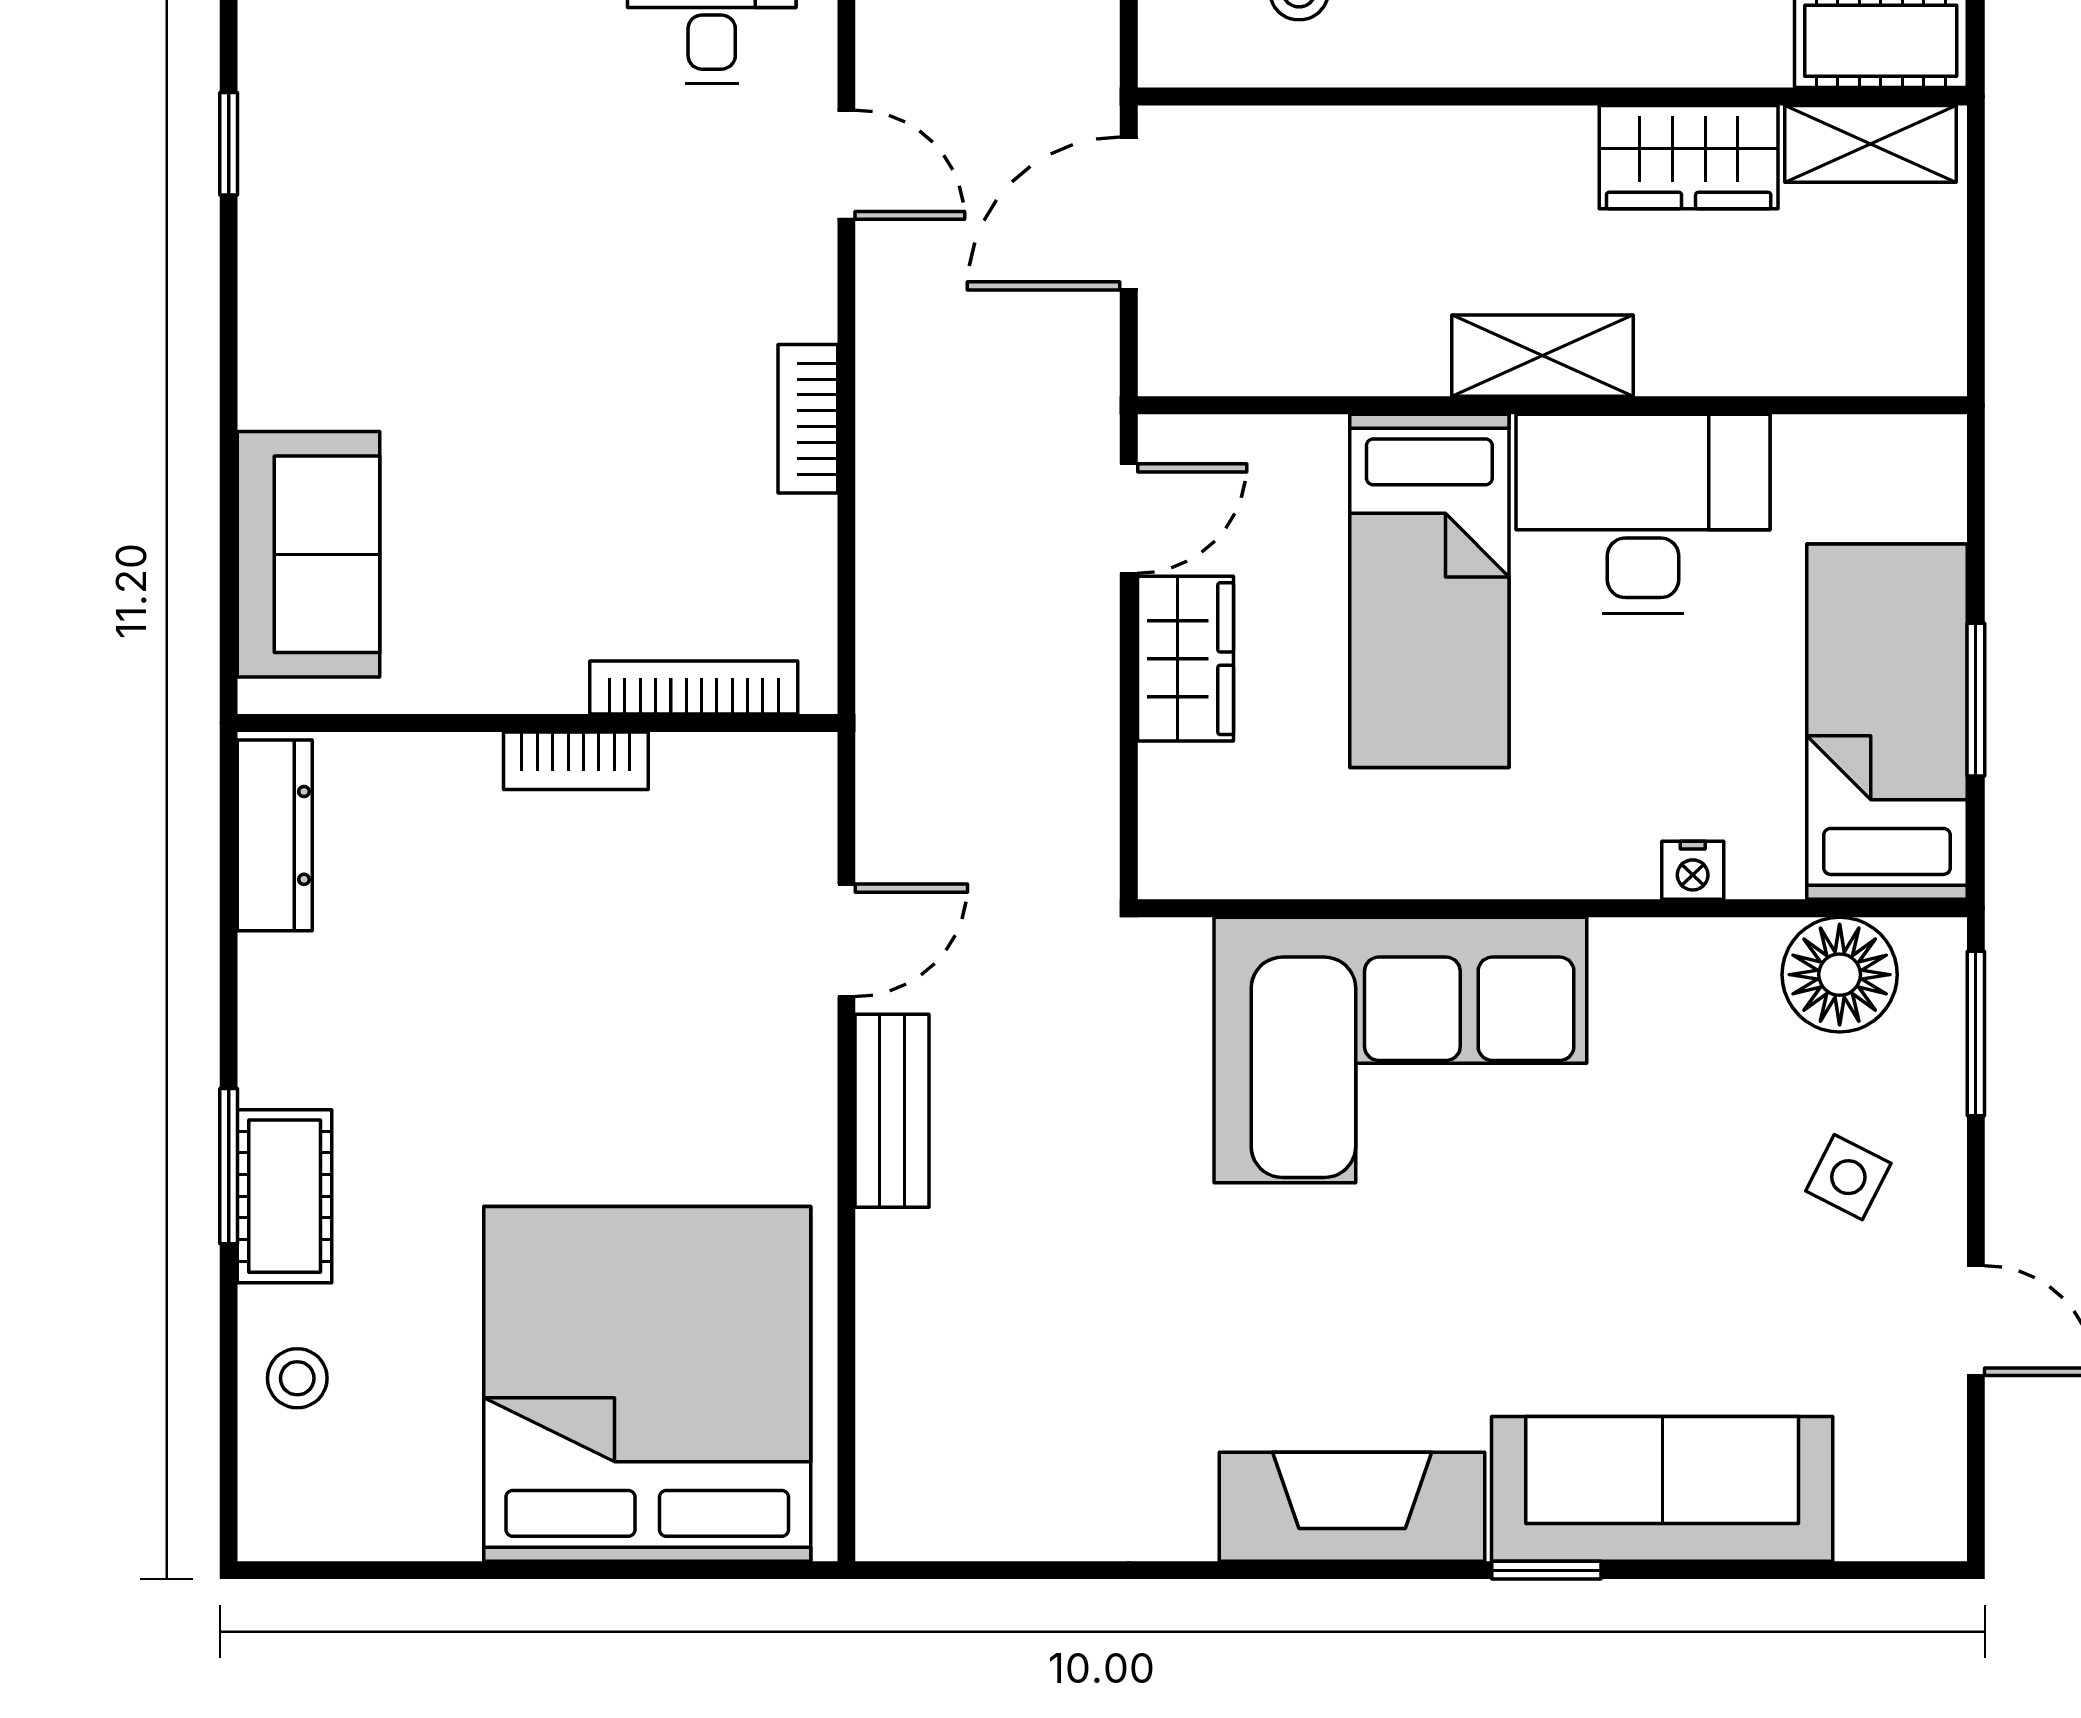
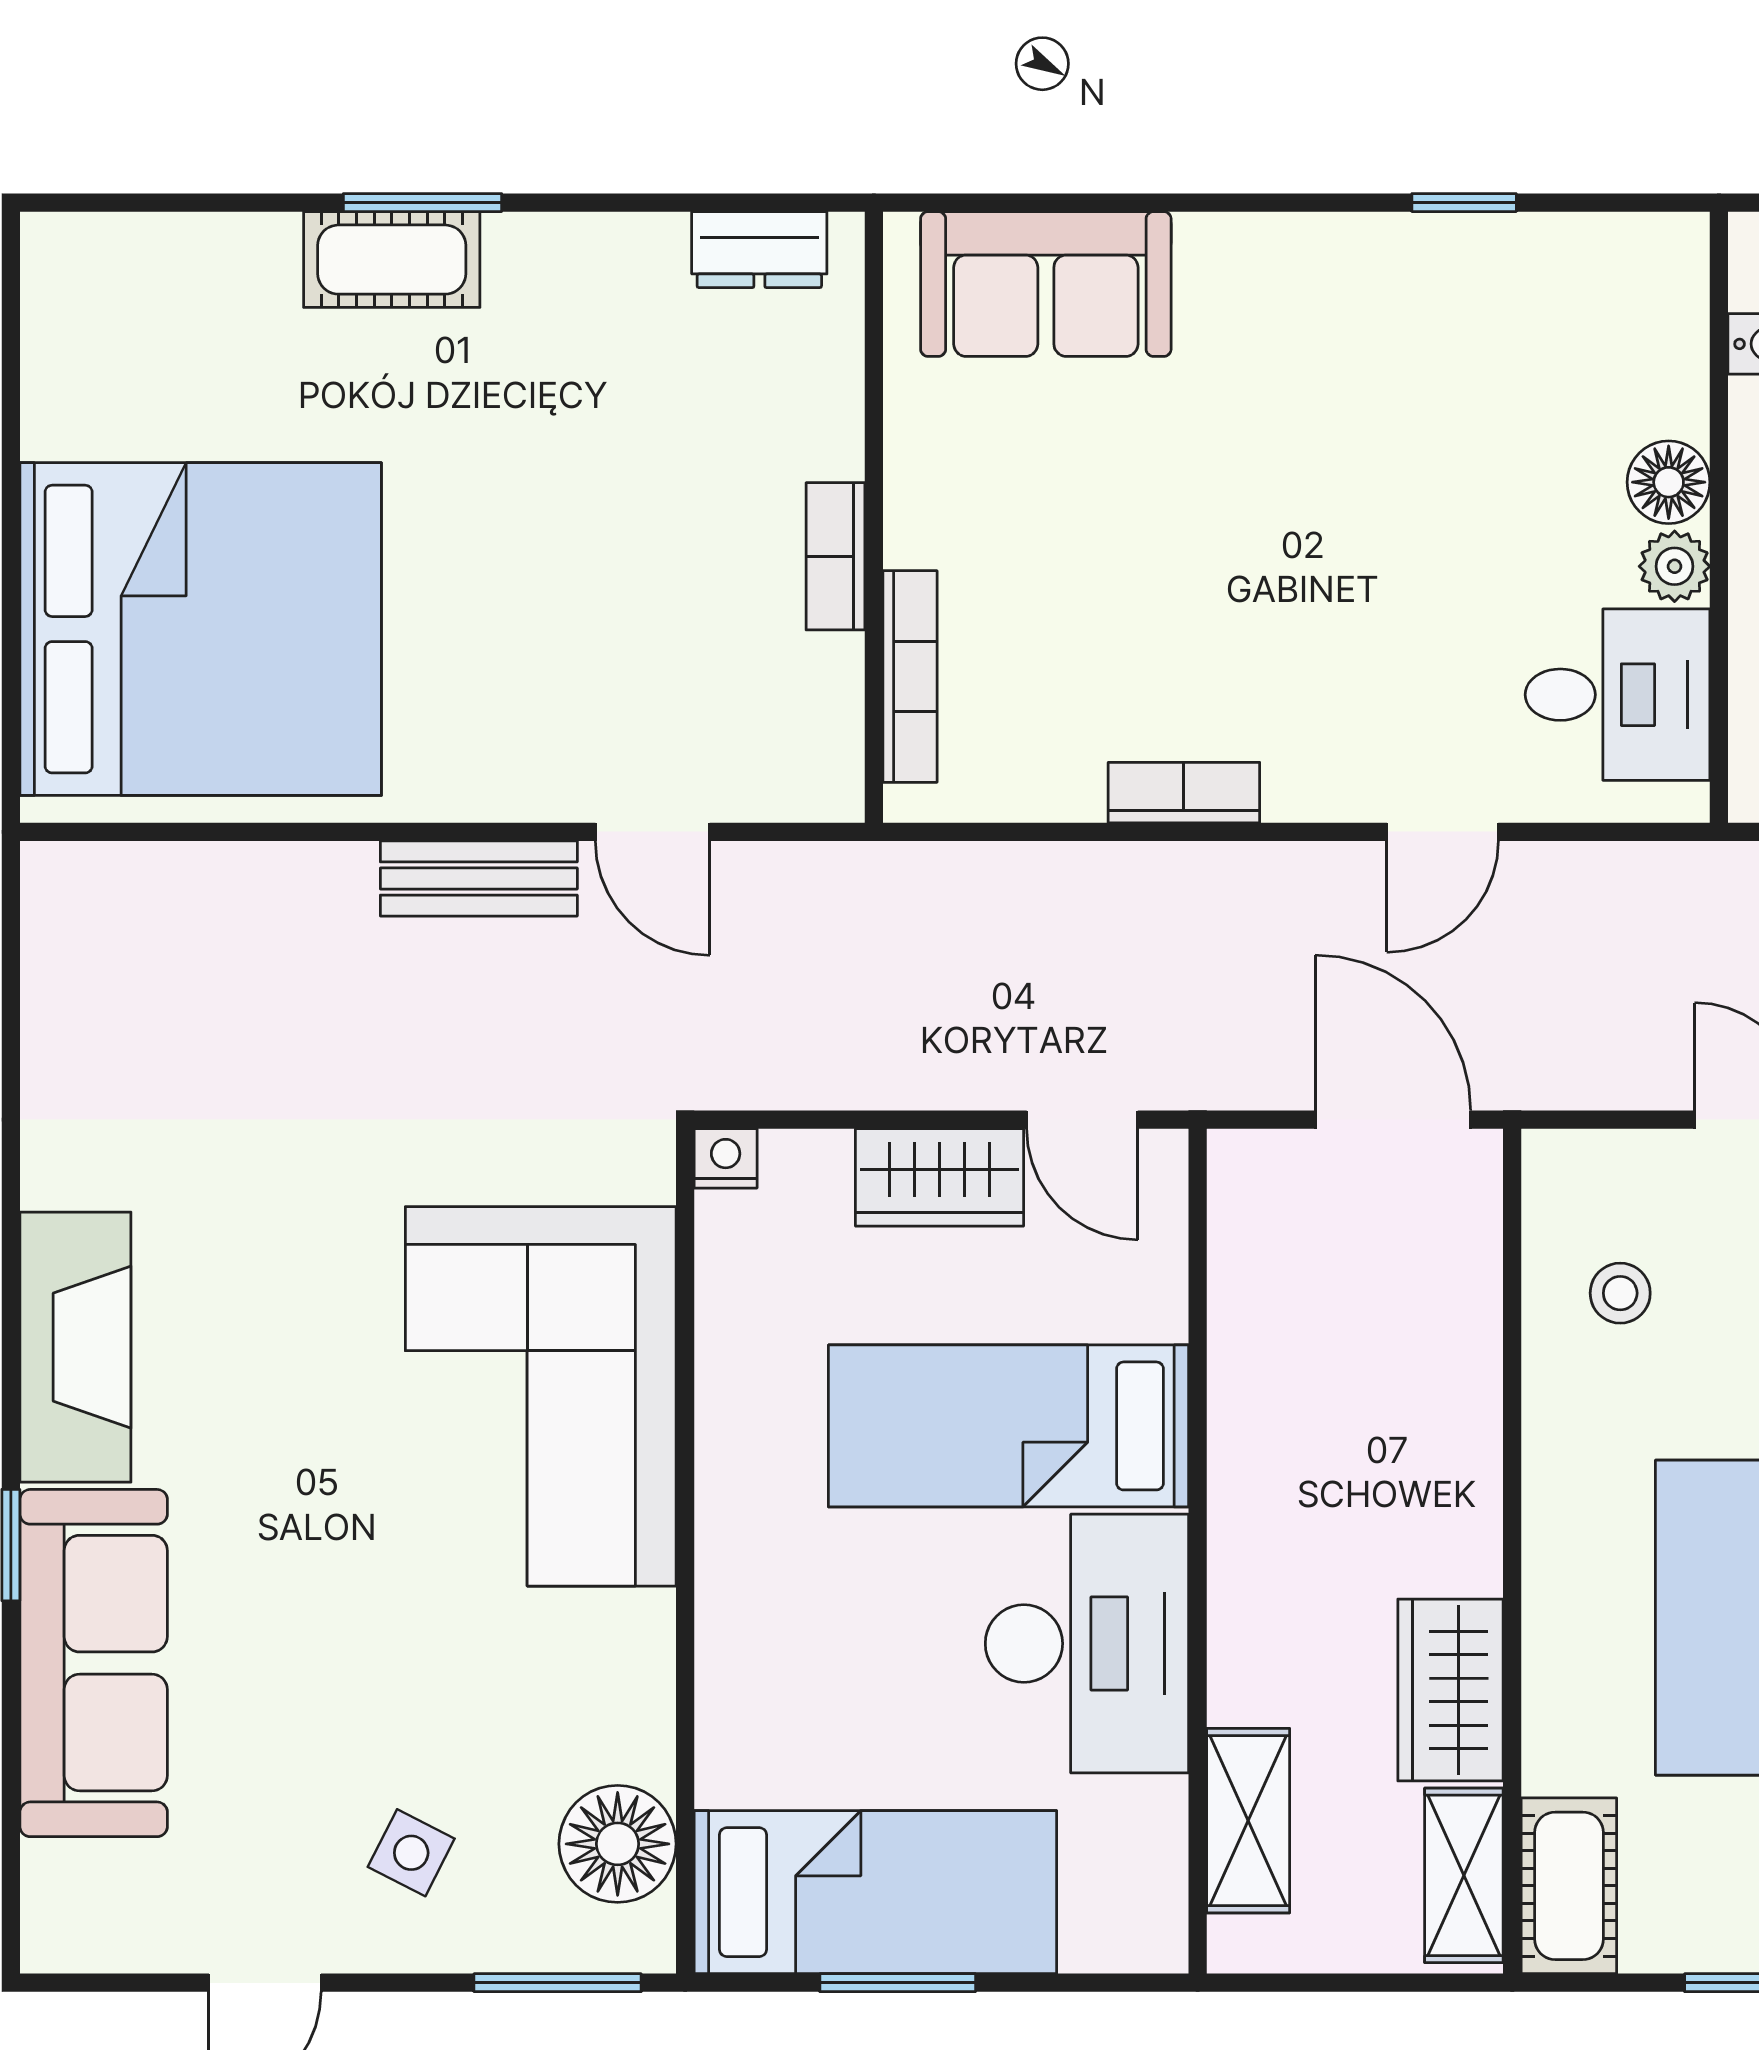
shelving: (1542, 356) -> (1248, 1821), moved
dresser: (275, 835) -> (759, 250), width x0.70
nightstand: (1693, 870) -> (726, 1158), moved, turned 90
stool: (297, 1378) -> (206, 272), removed

